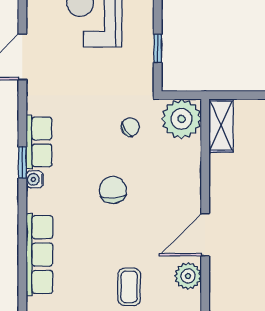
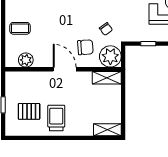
chair: (113, 190) -> (85, 47), moved
door: (205, 235) -> (65, 69), moved

